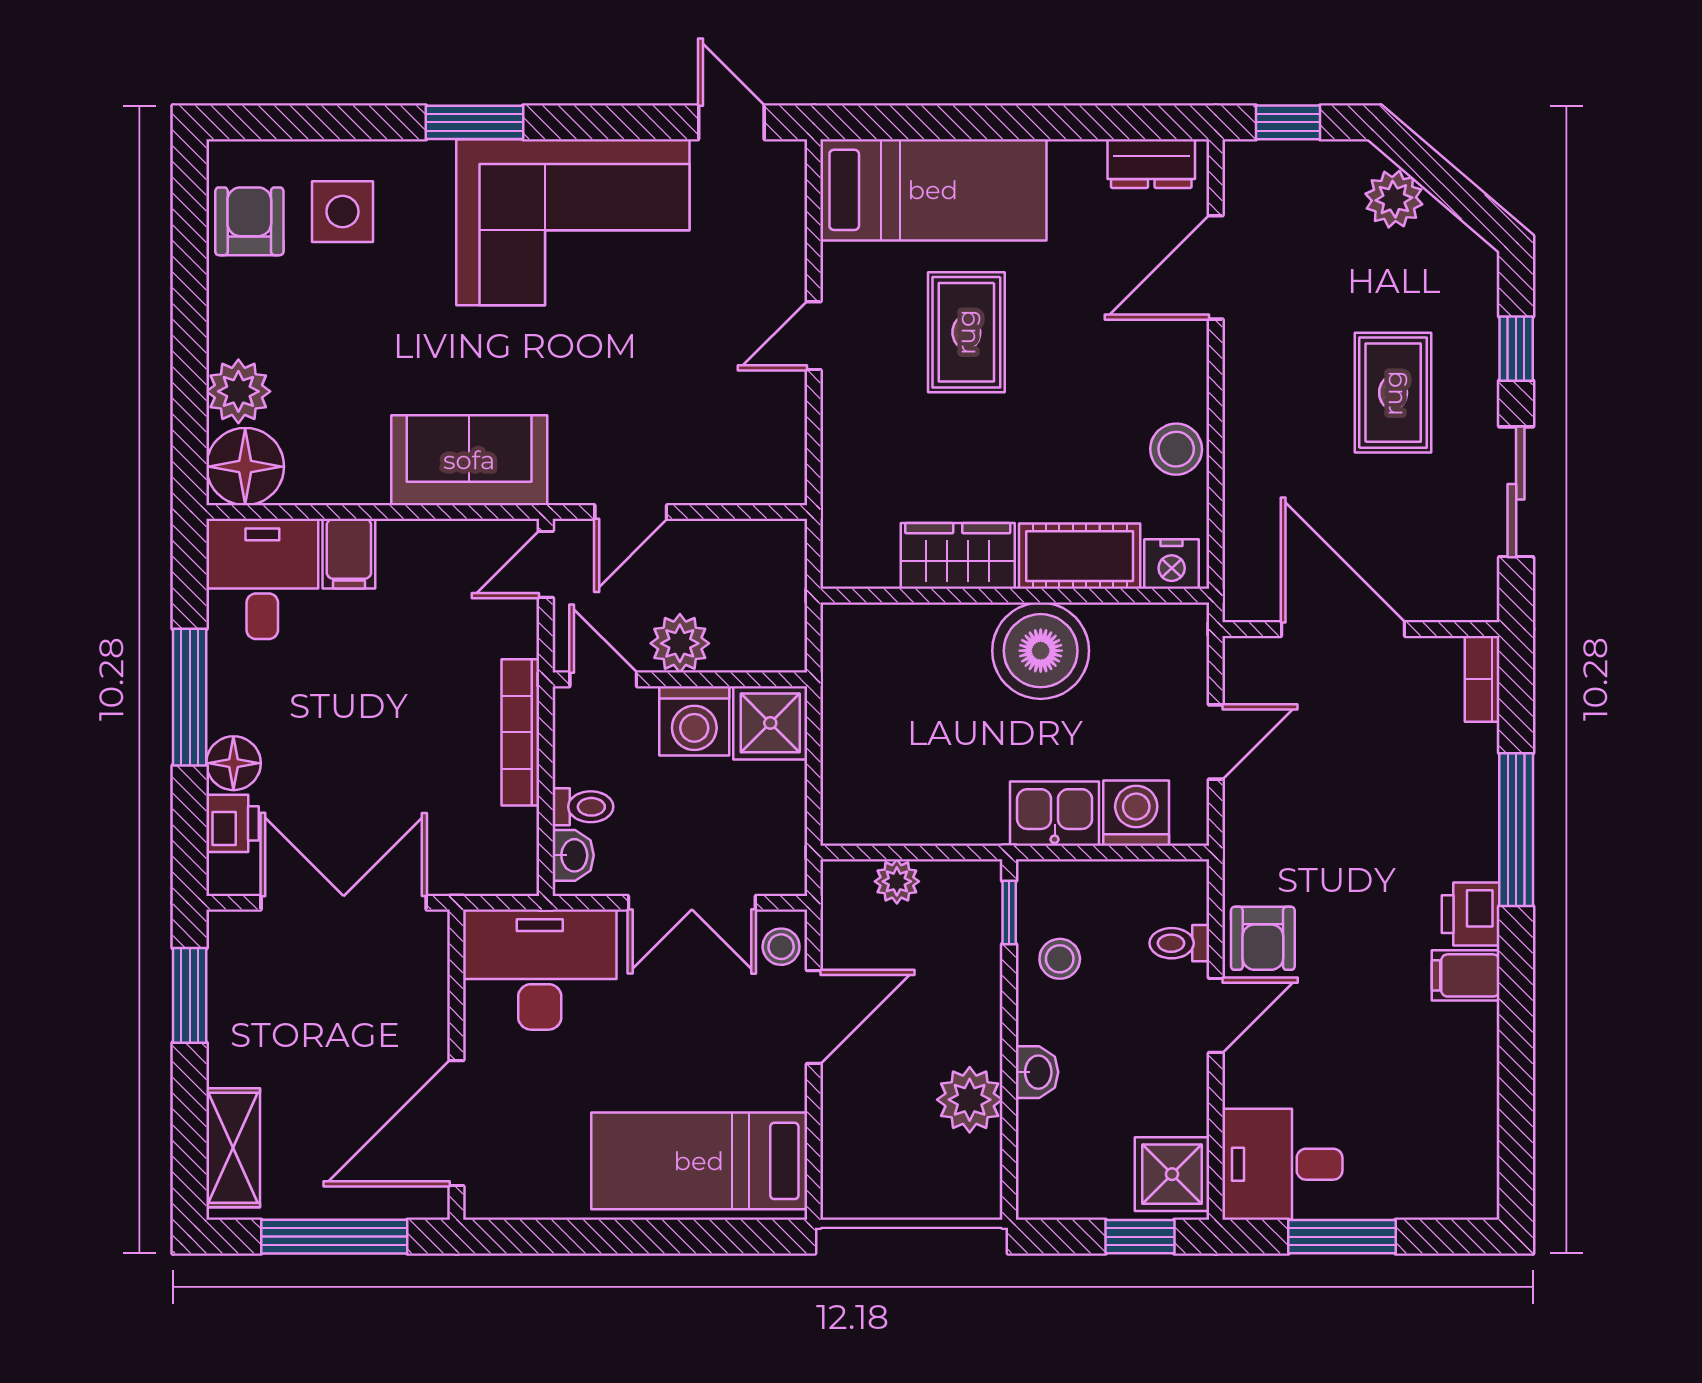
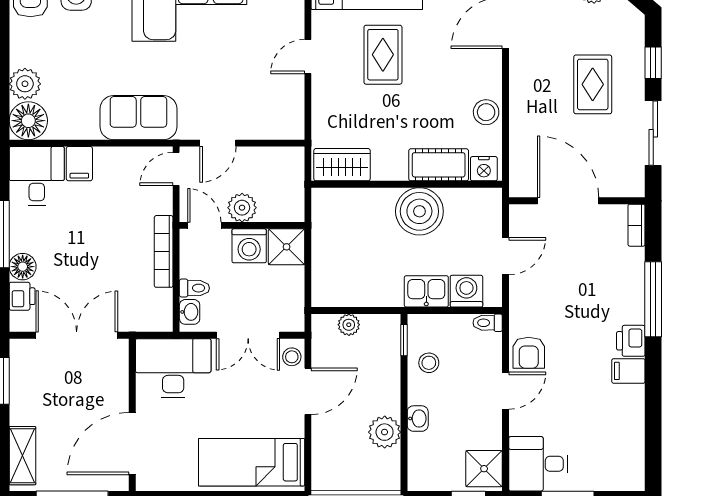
wardrobe: (958, 556) -> (342, 165), moved
toilet: (1179, 943) -> (488, 323), moved

